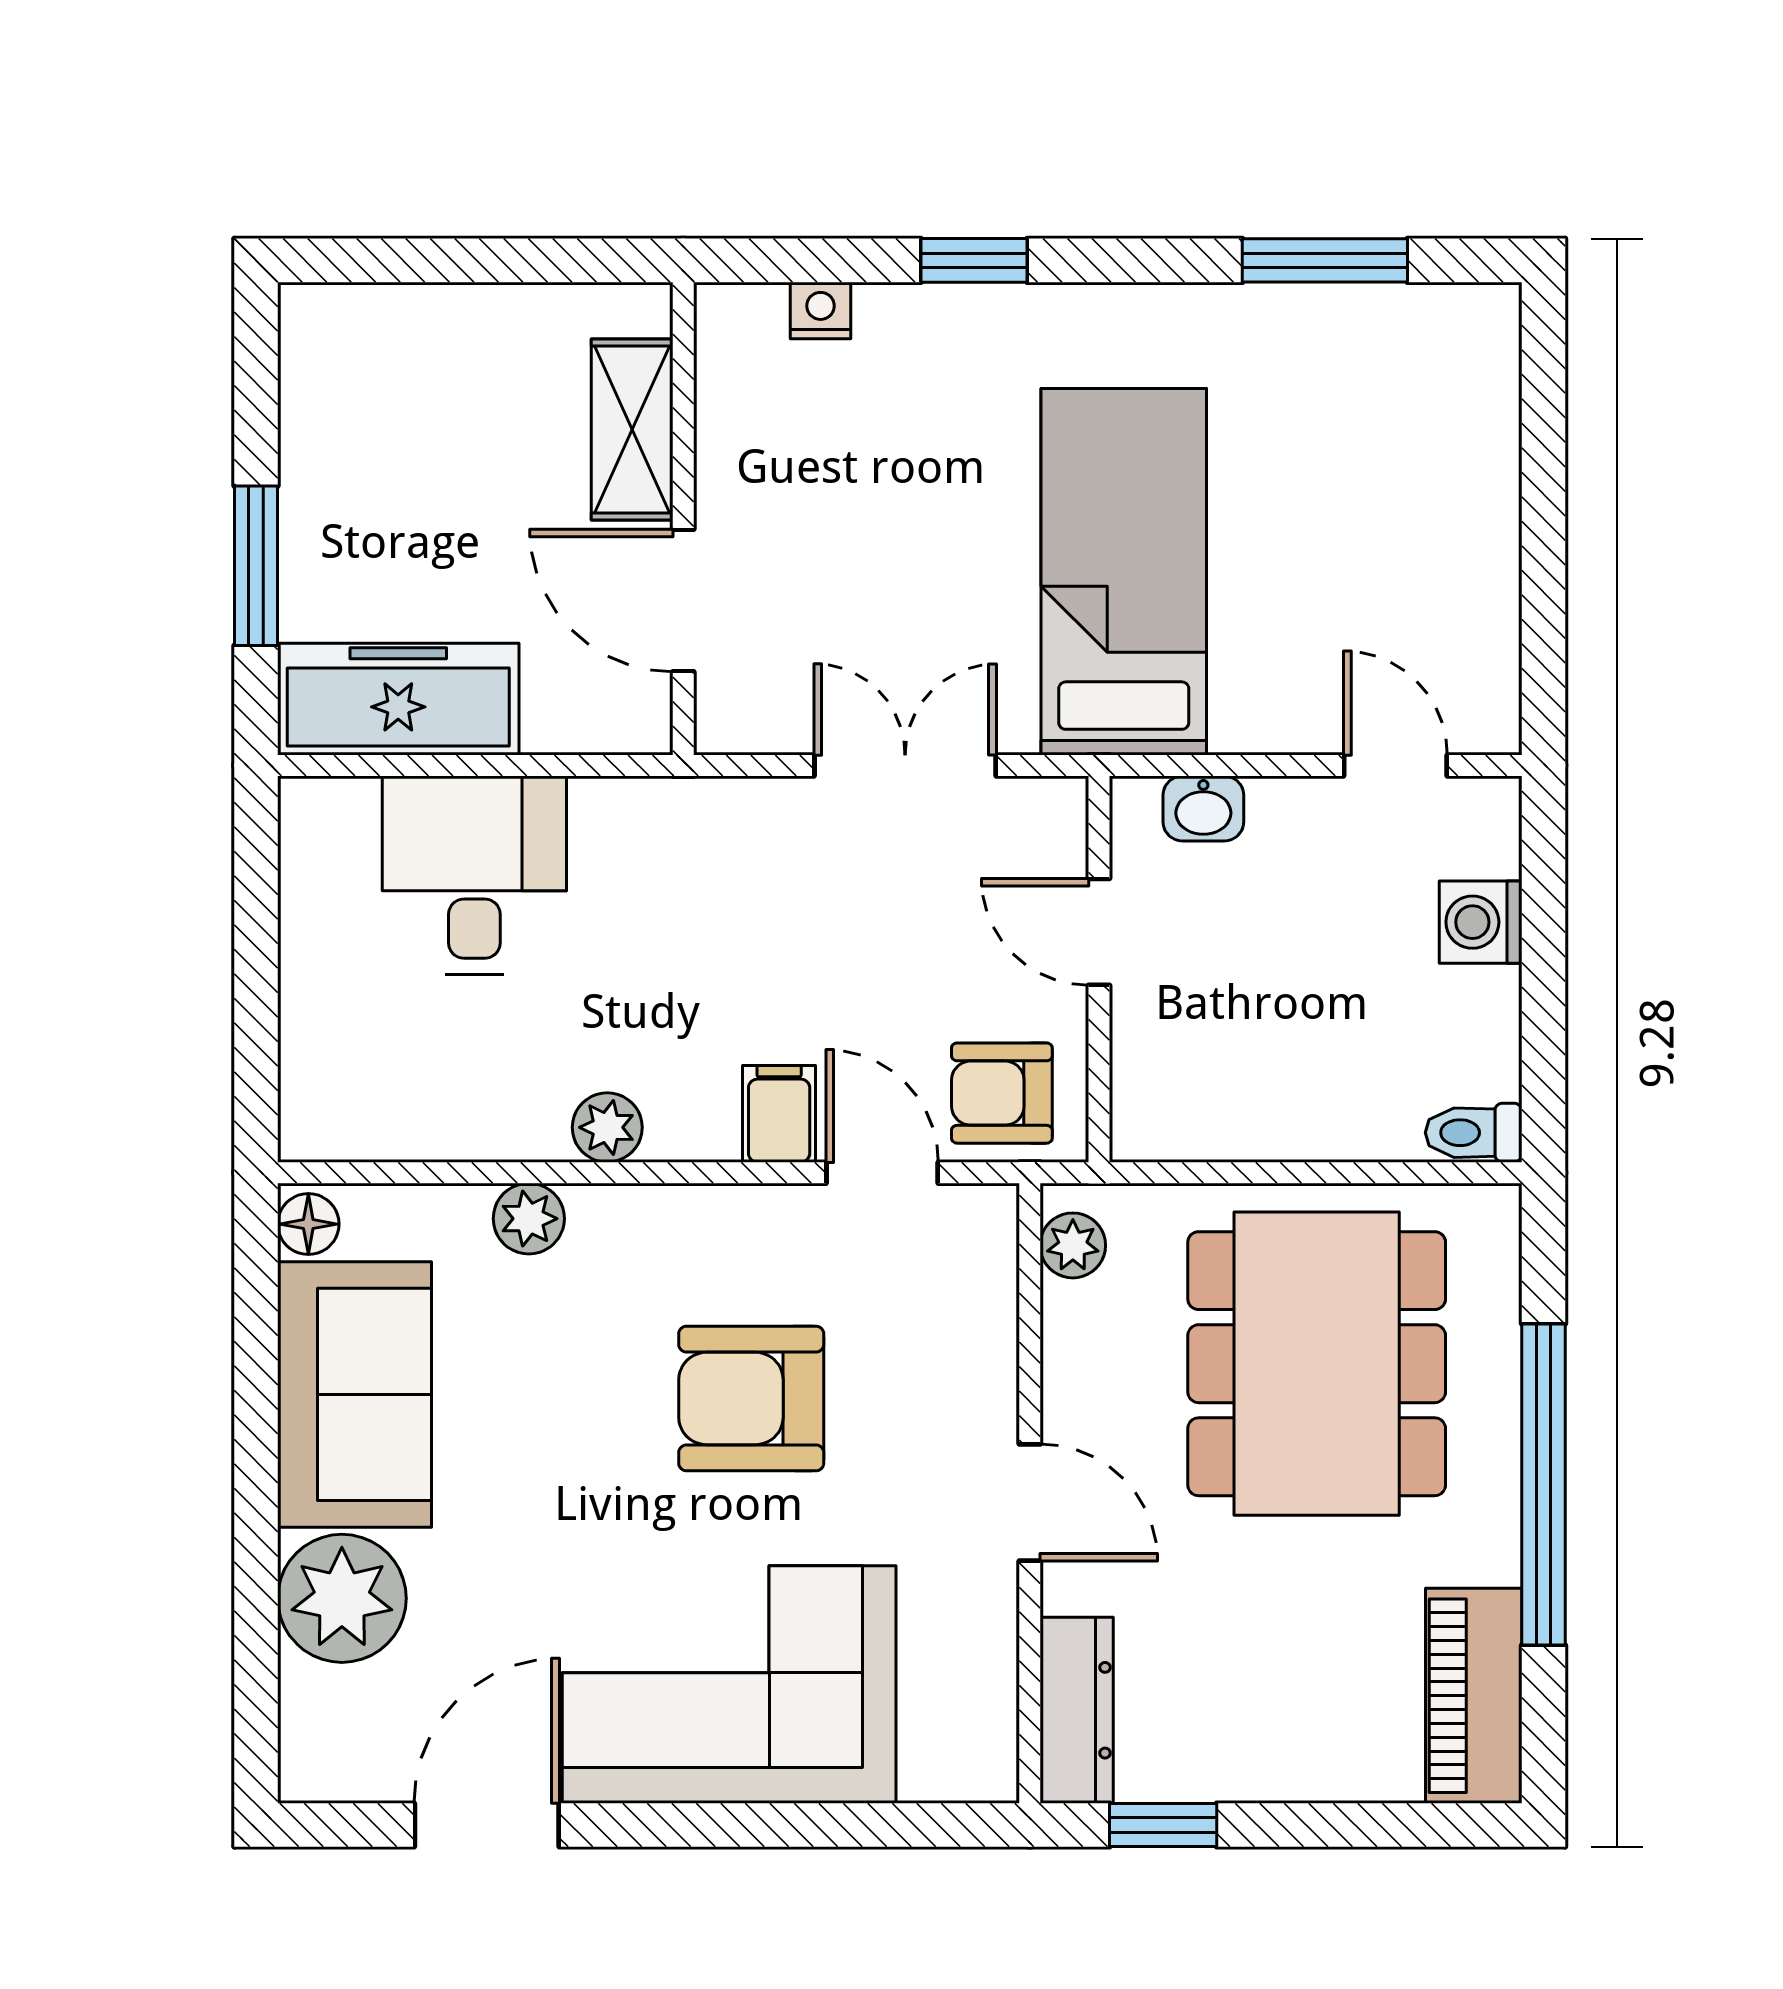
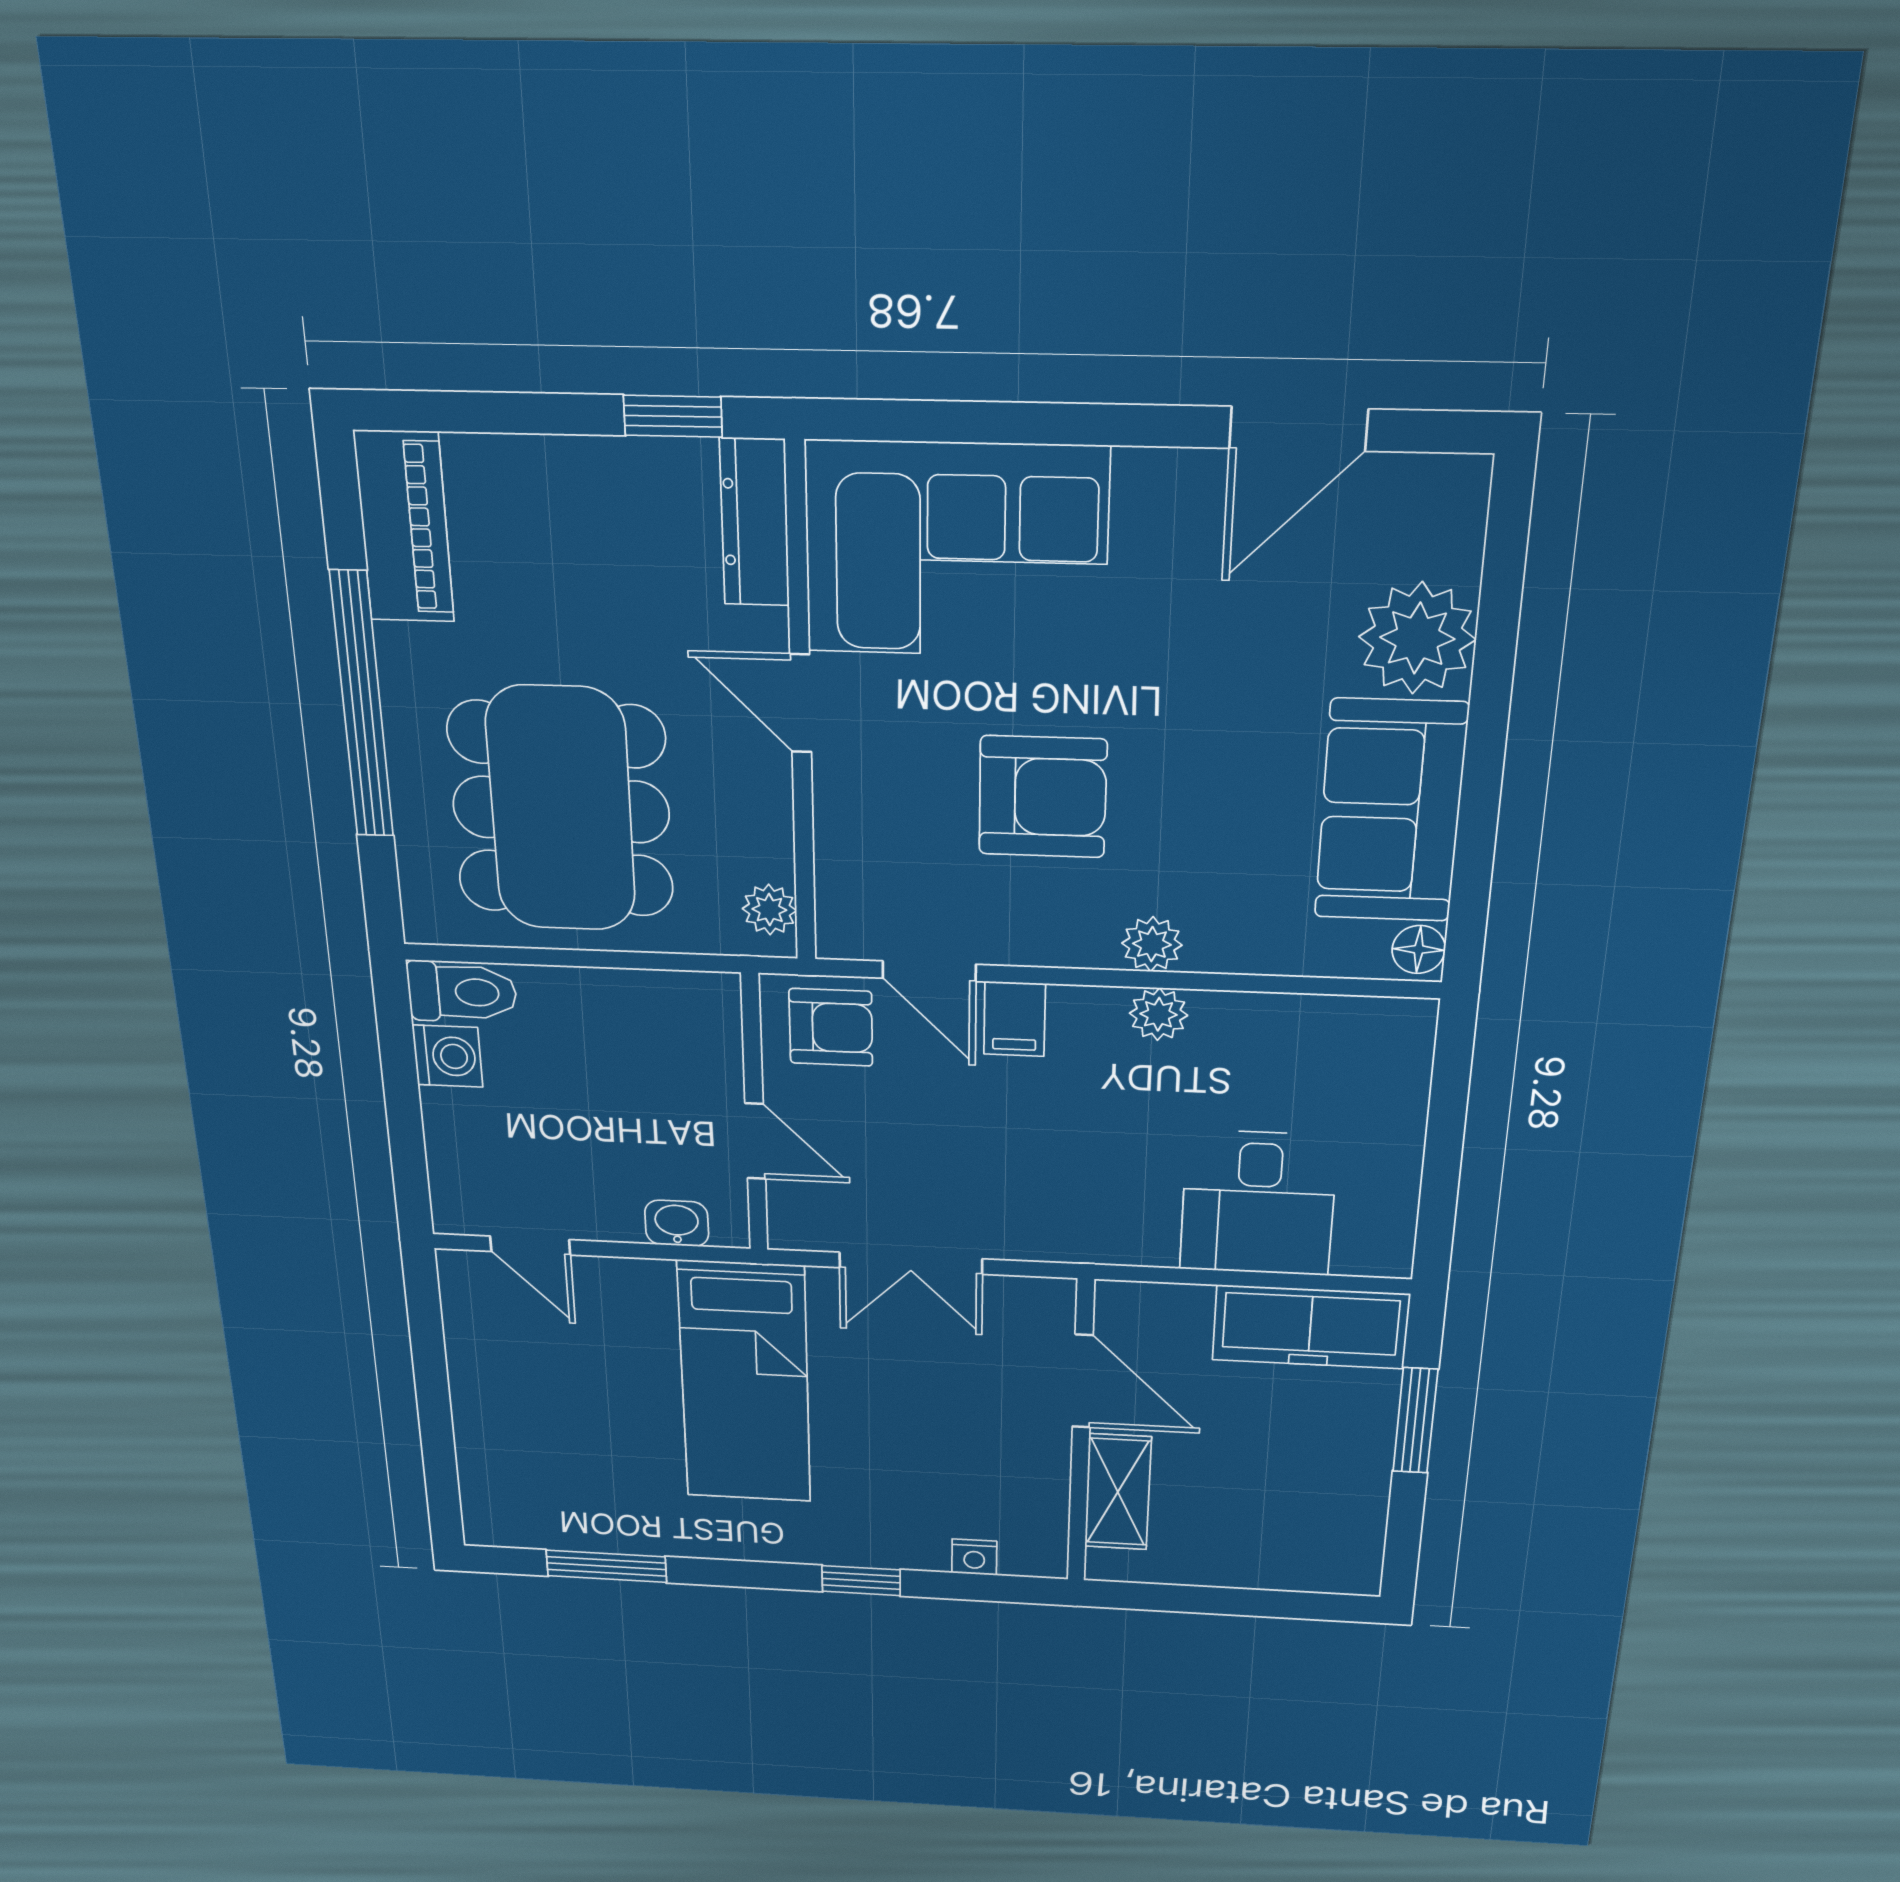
washing machine: (1481, 922) -> (448, 1056), moved
toilet: (1474, 1133) -> (462, 992), width x1.37, depth x1.39
plant: (529, 1219) -> (1152, 944), moved
corner sofa: (729, 1684) -> (956, 550), moved

